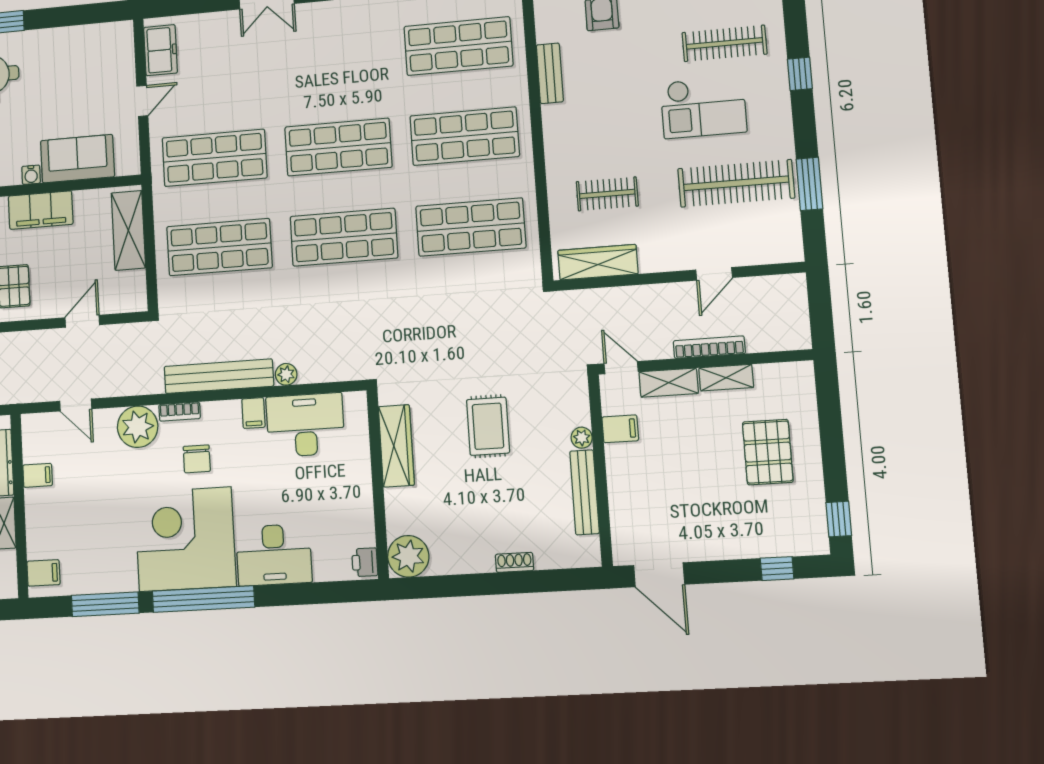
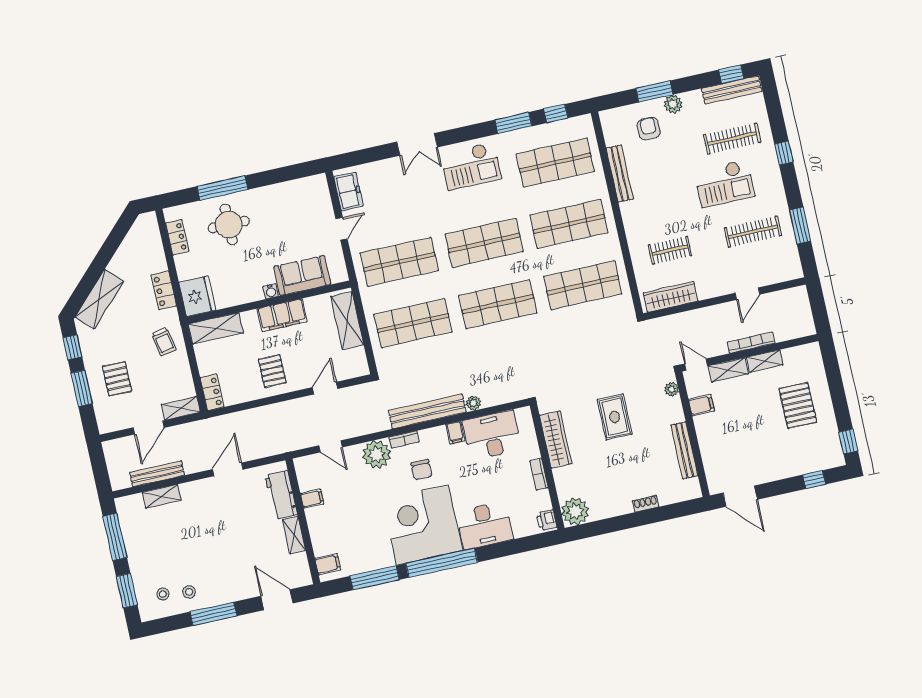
checkout: (337, 36) -> (471, 166), added
bench: (550, 73) -> (620, 174), width x1.36
clothes rail: (736, 183) -> (753, 232), width x0.73, depth x0.76
plant: (582, 438) -> (671, 389), moved
bookcase: (364, 493) -> (539, 474), added

